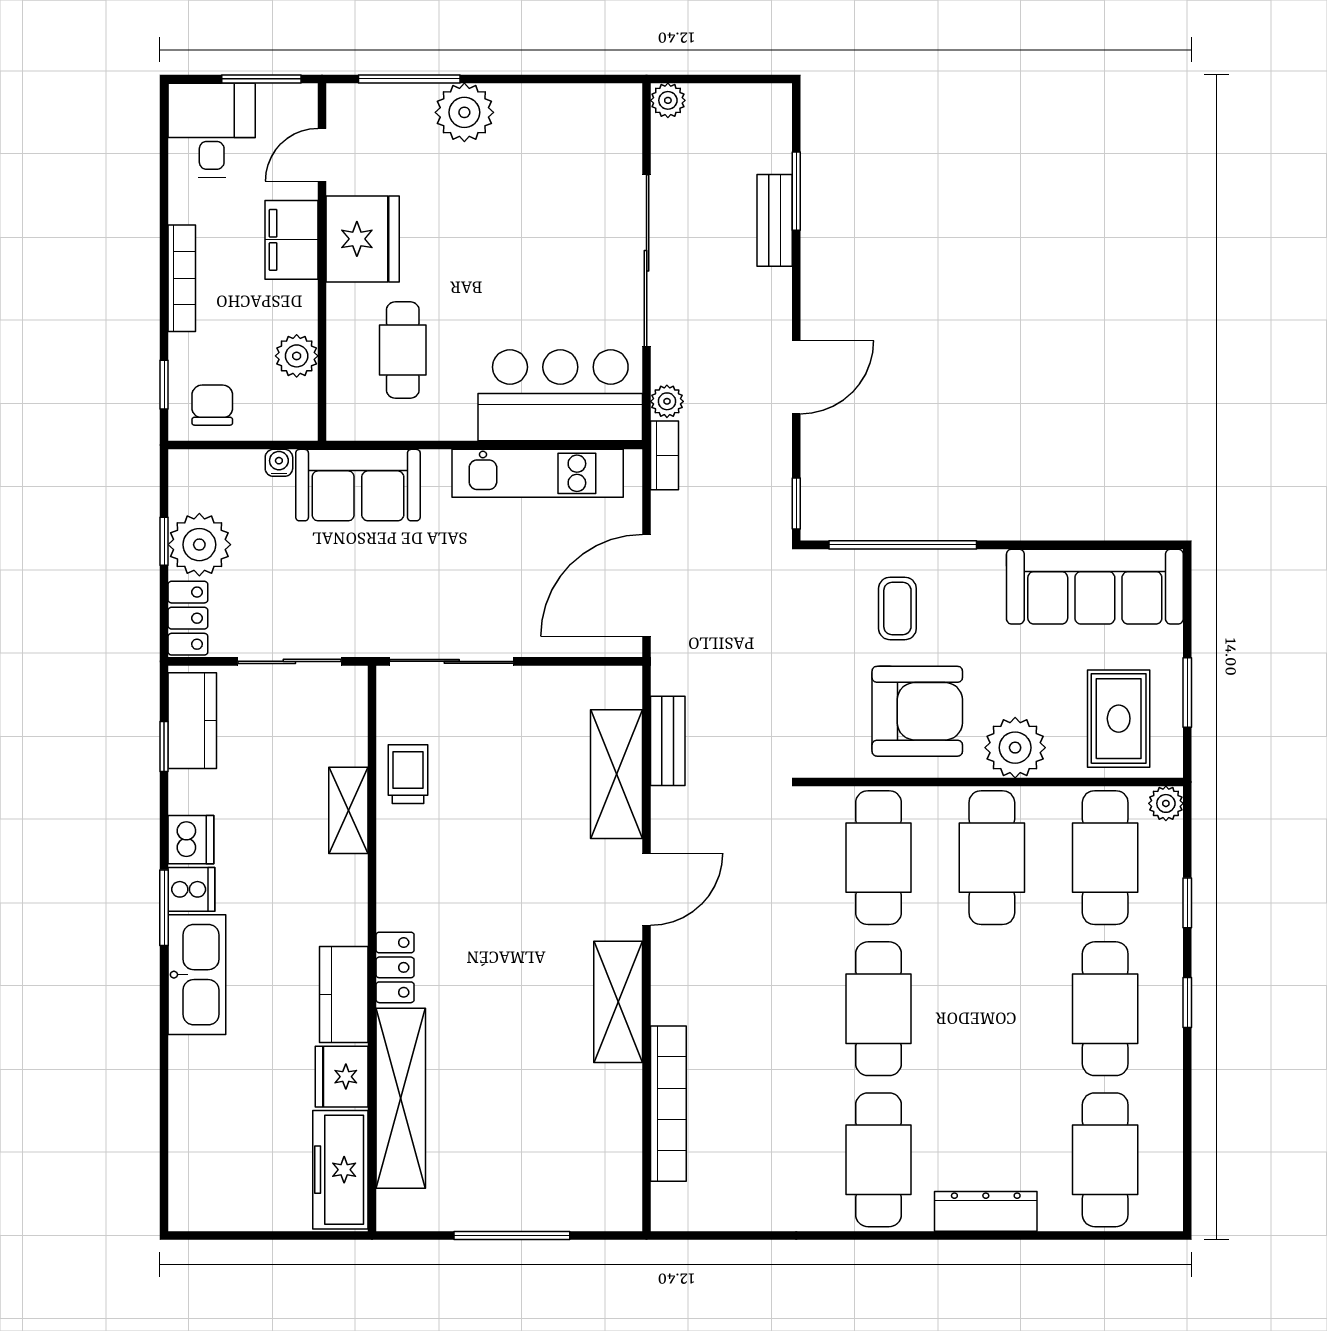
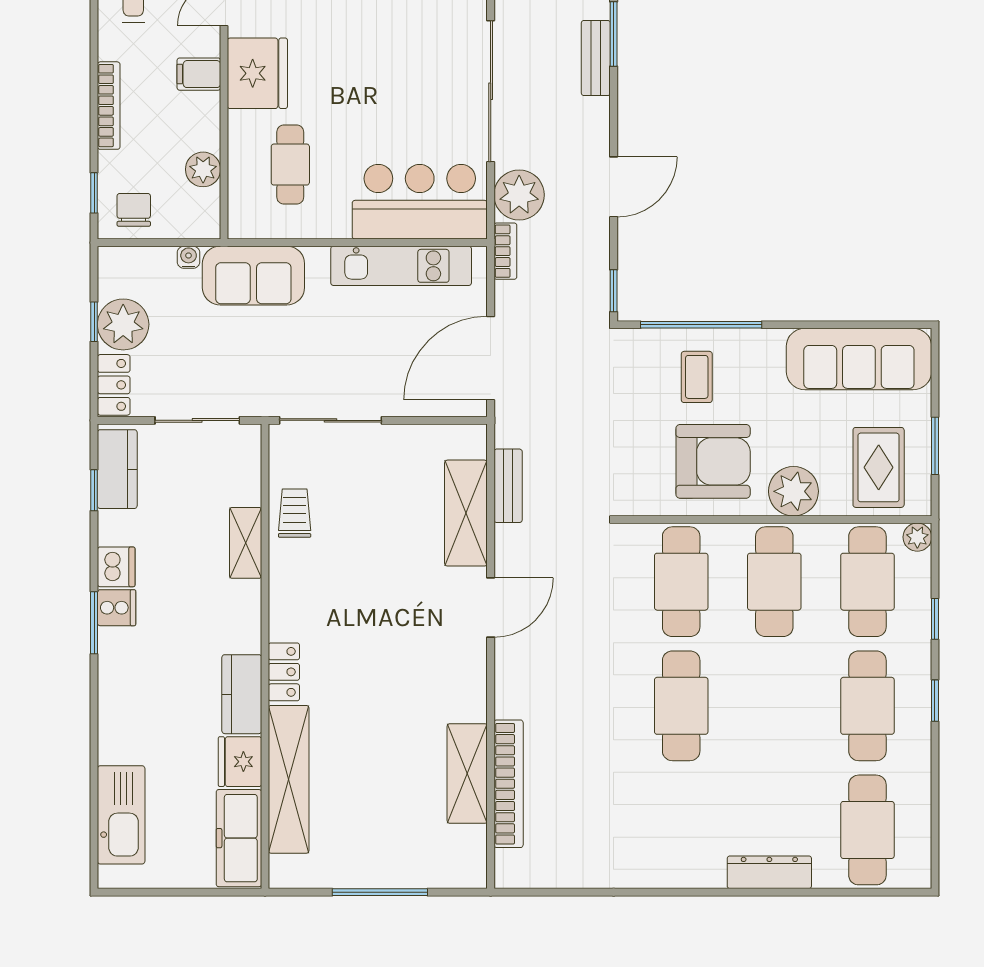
filing cabinet: (292, 240) -> (199, 74), width x0.50
plant: (667, 401) -> (519, 195), width x1.88, depth x1.88
kitchen sink: (197, 975) -> (121, 815), moved
shelving: (618, 1002) -> (467, 773), moved
cafe table: (878, 1160) -> (681, 830), removed

